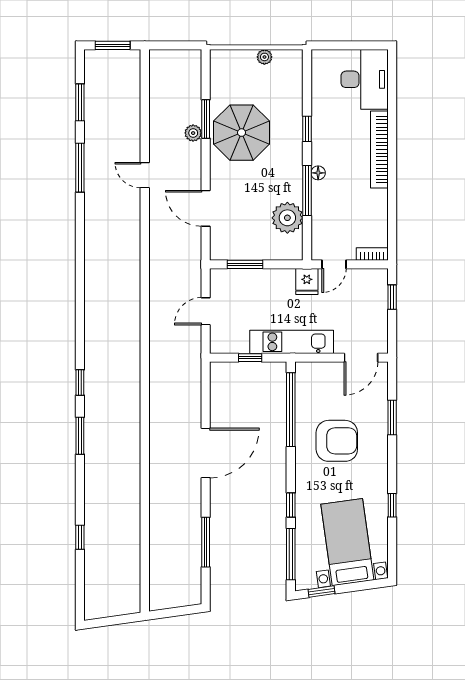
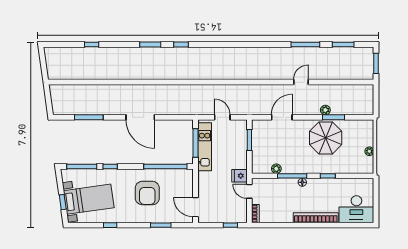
plant: (287, 218) -> (276, 169), width x0.53, depth x0.53
kitchen unit: (292, 342) -> (205, 147), moved
window: (250, 358) -> (195, 143), width x2.17
window: (322, 591) -> (63, 202), moved

